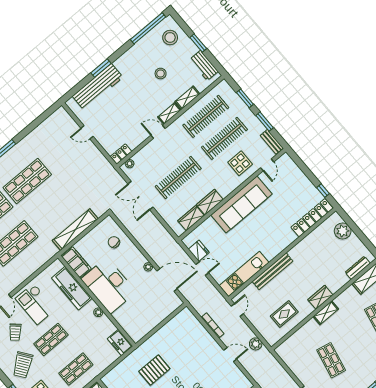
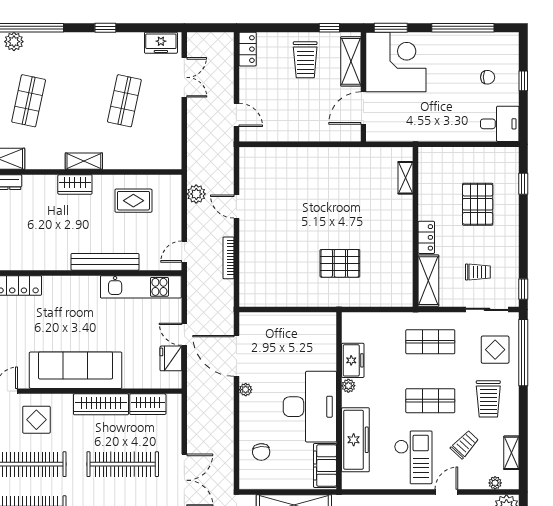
wardrobe: (210, 202) -> (101, 404), width x1.50
freezer: (120, 342) -> (353, 360), moved
trolley: (23, 365) -> (488, 399), turned 126

